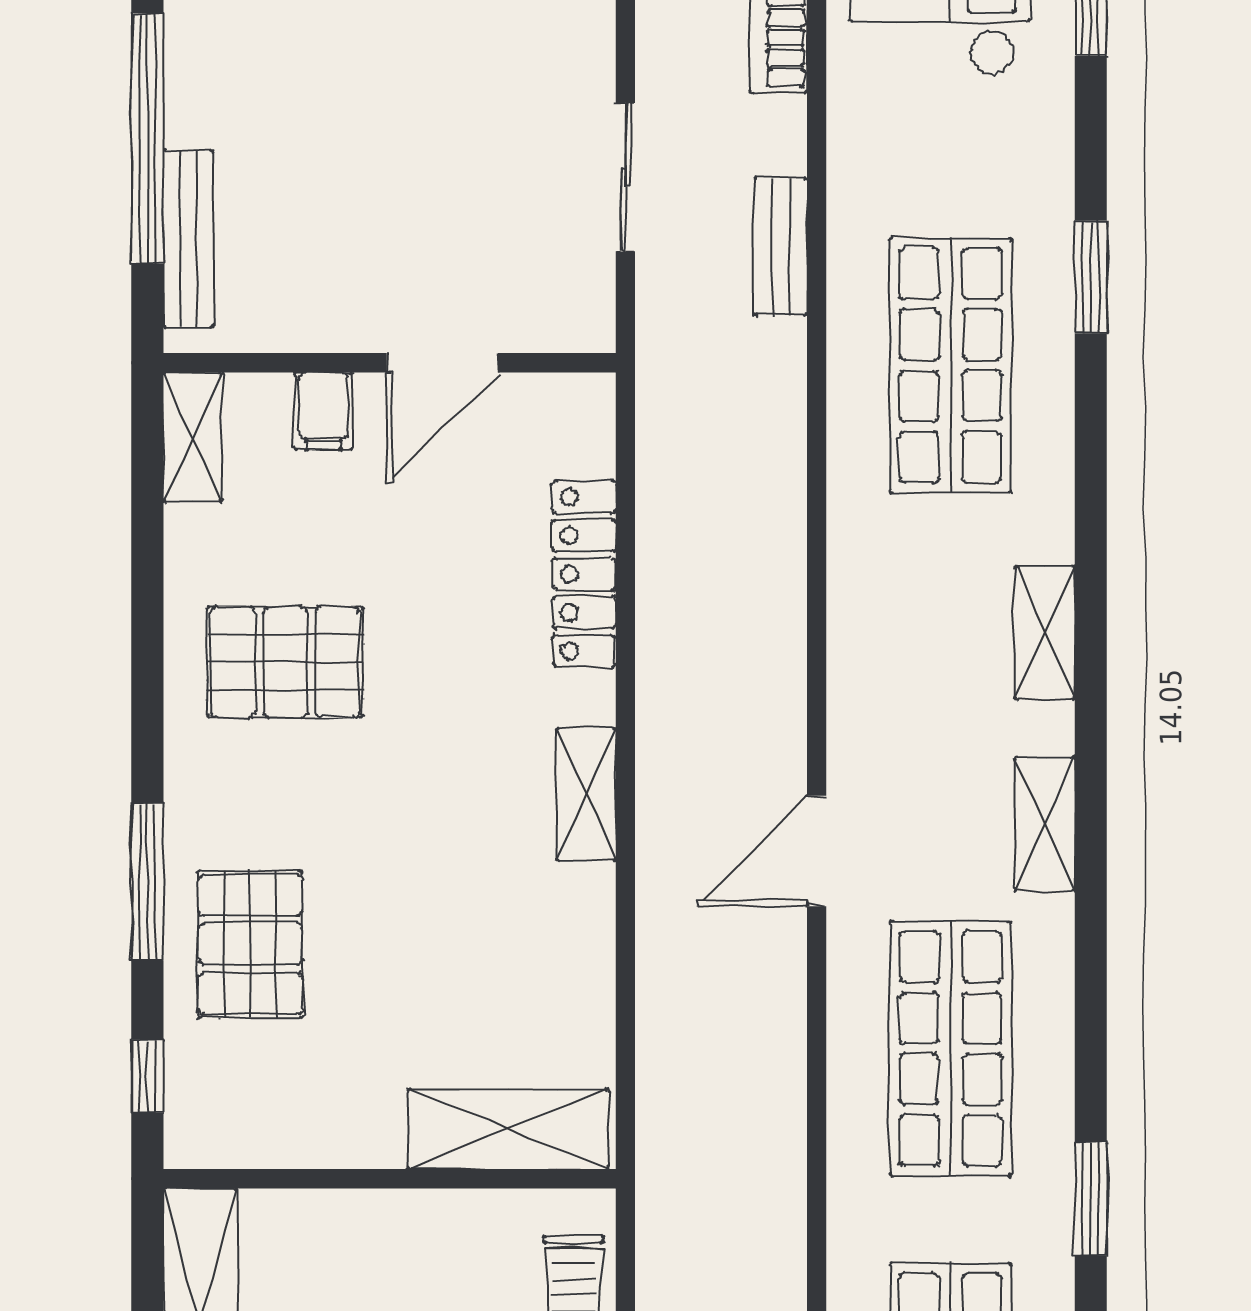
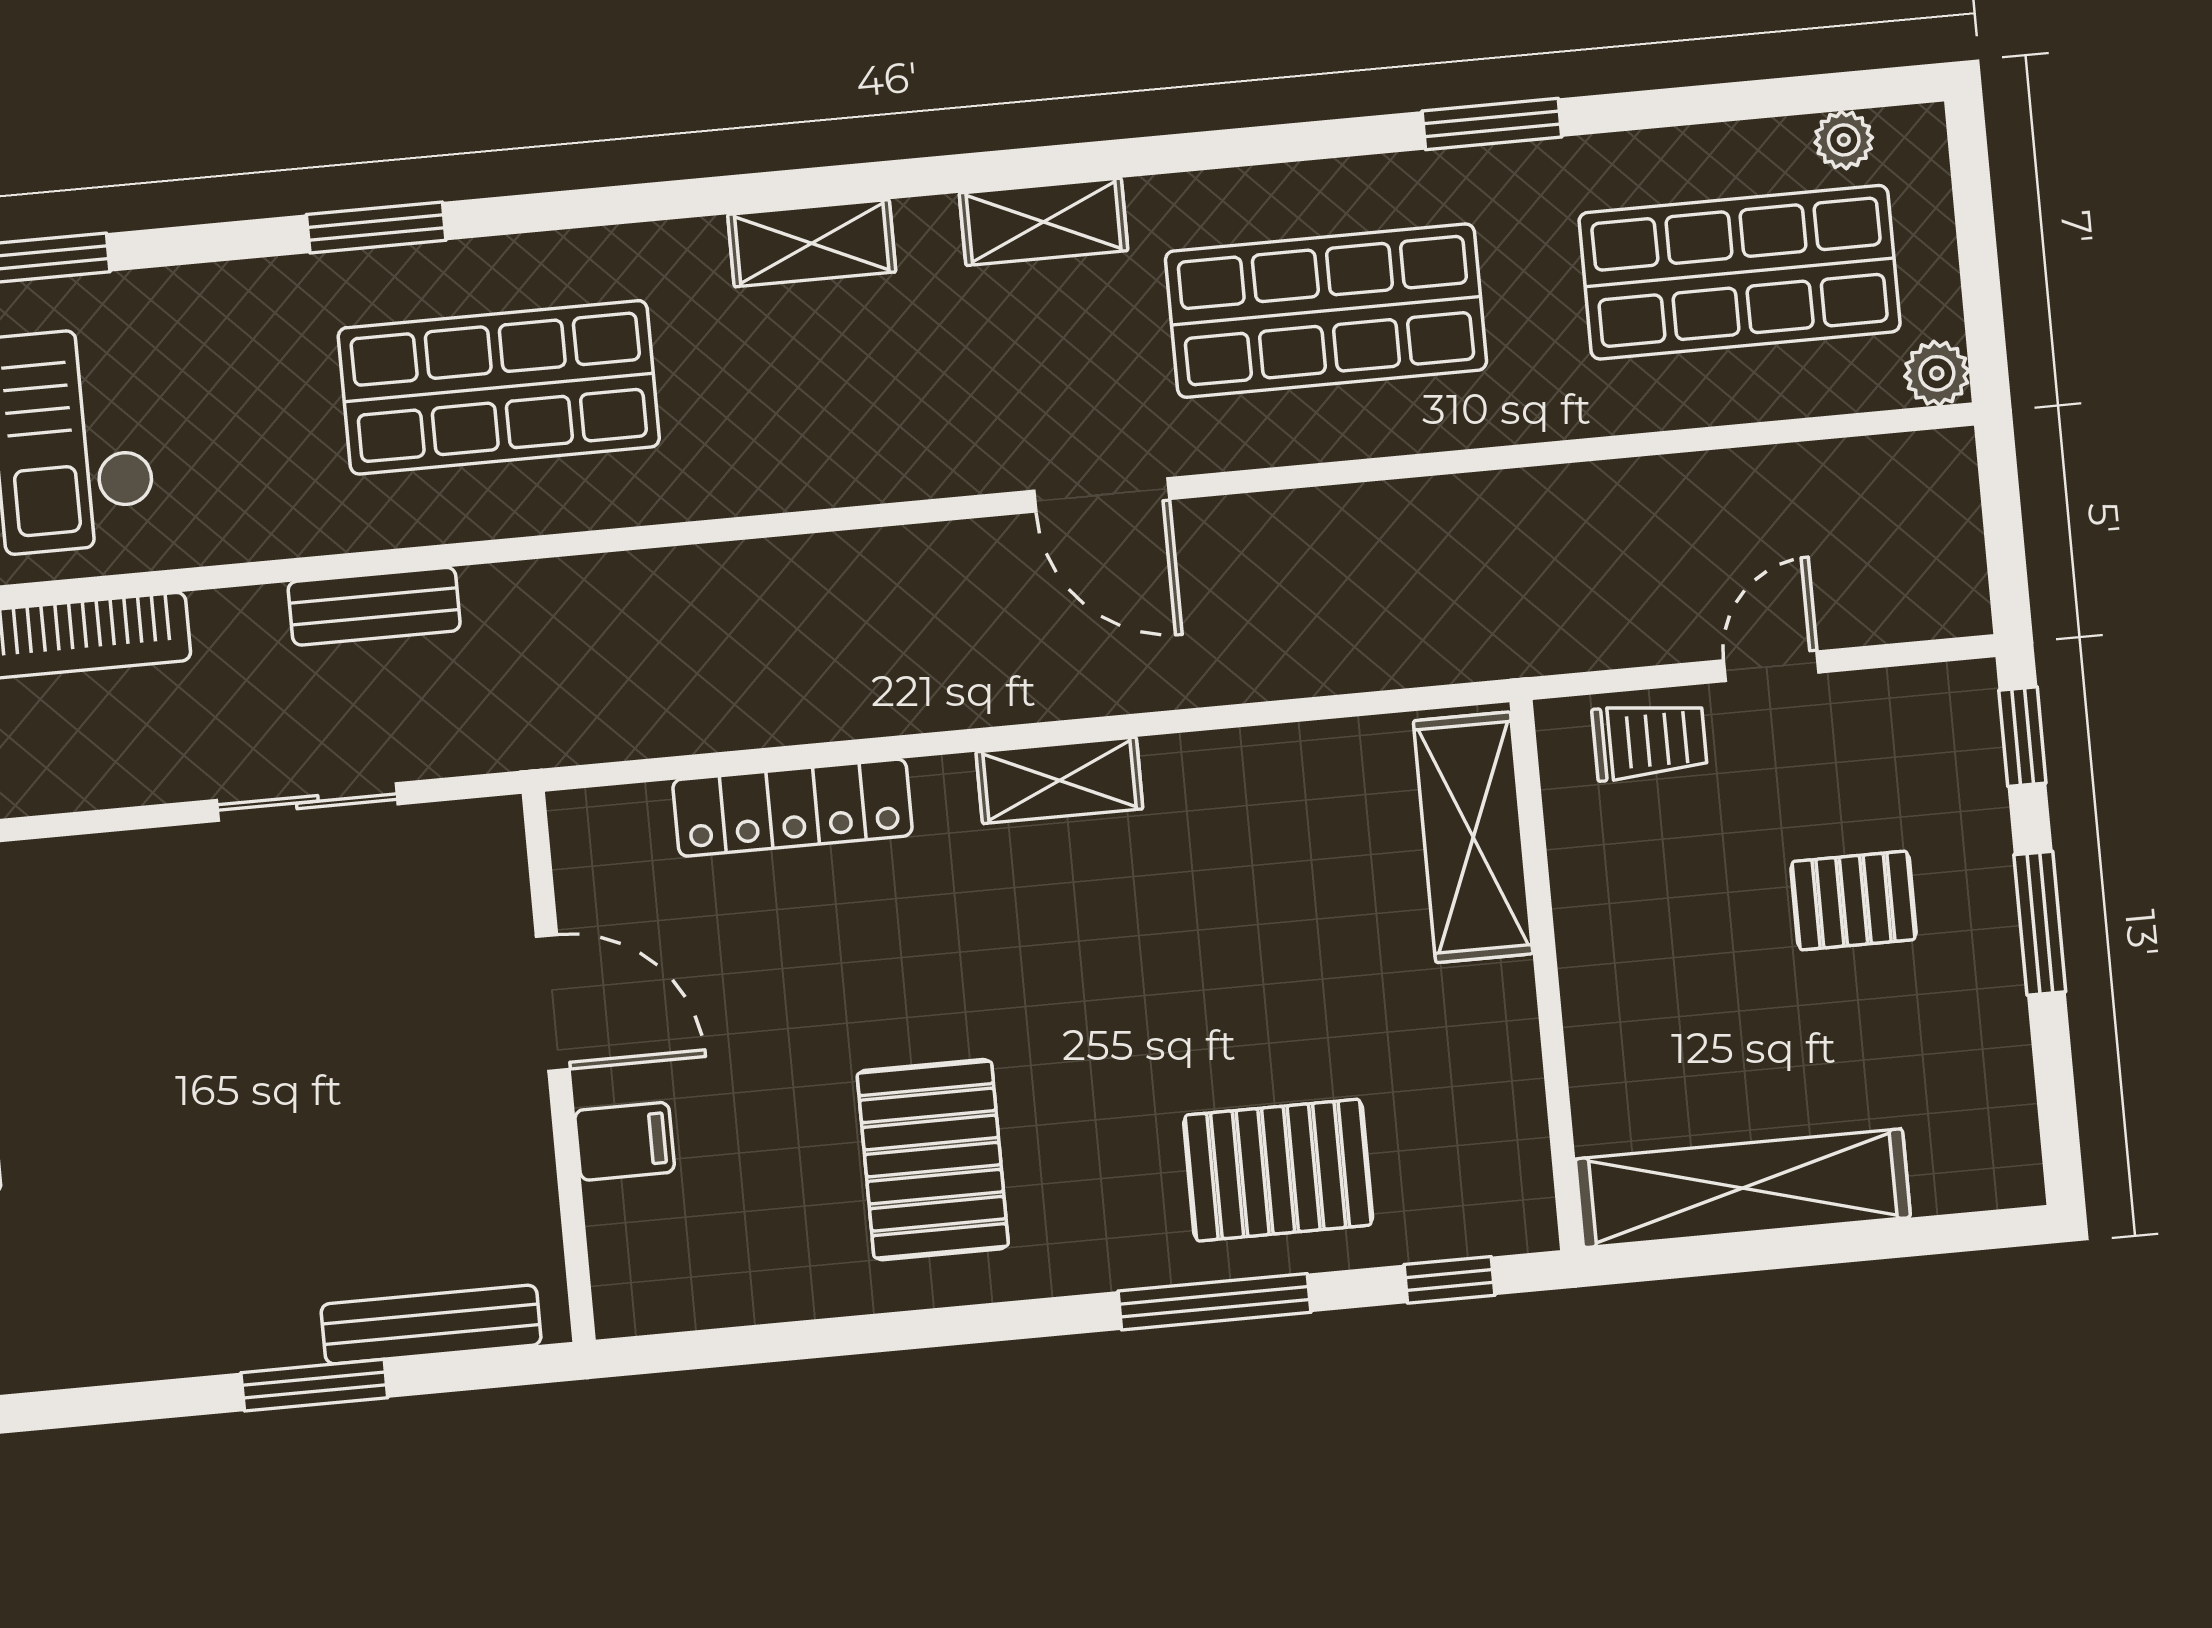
window: (147, 139) -> (314, 1385), width x0.47
shelving: (193, 437) -> (671, 1297), removed

